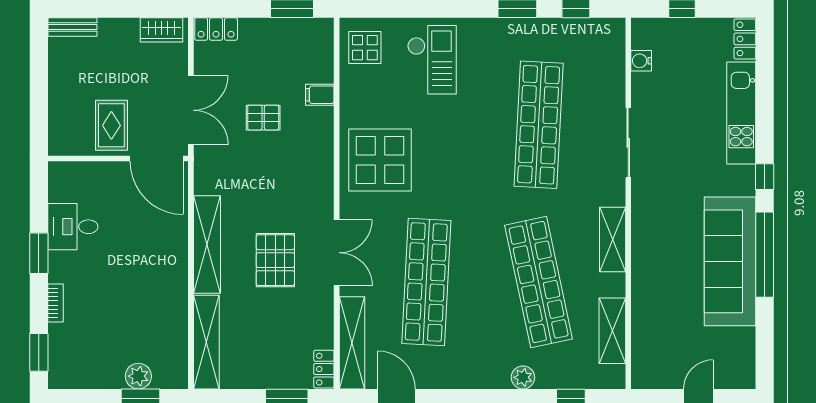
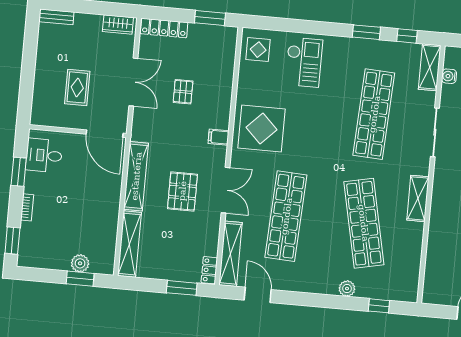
locker: (216, 29) -> (164, 28), width x1.53
filing cabinet: (320, 95) -> (219, 137), moved
pallet: (263, 118) -> (183, 92), turned 90
wall: (118, 159) -> (78, 131), moved
door: (157, 159) -> (105, 134), moved
shelving: (612, 331) -> (430, 67), moved

